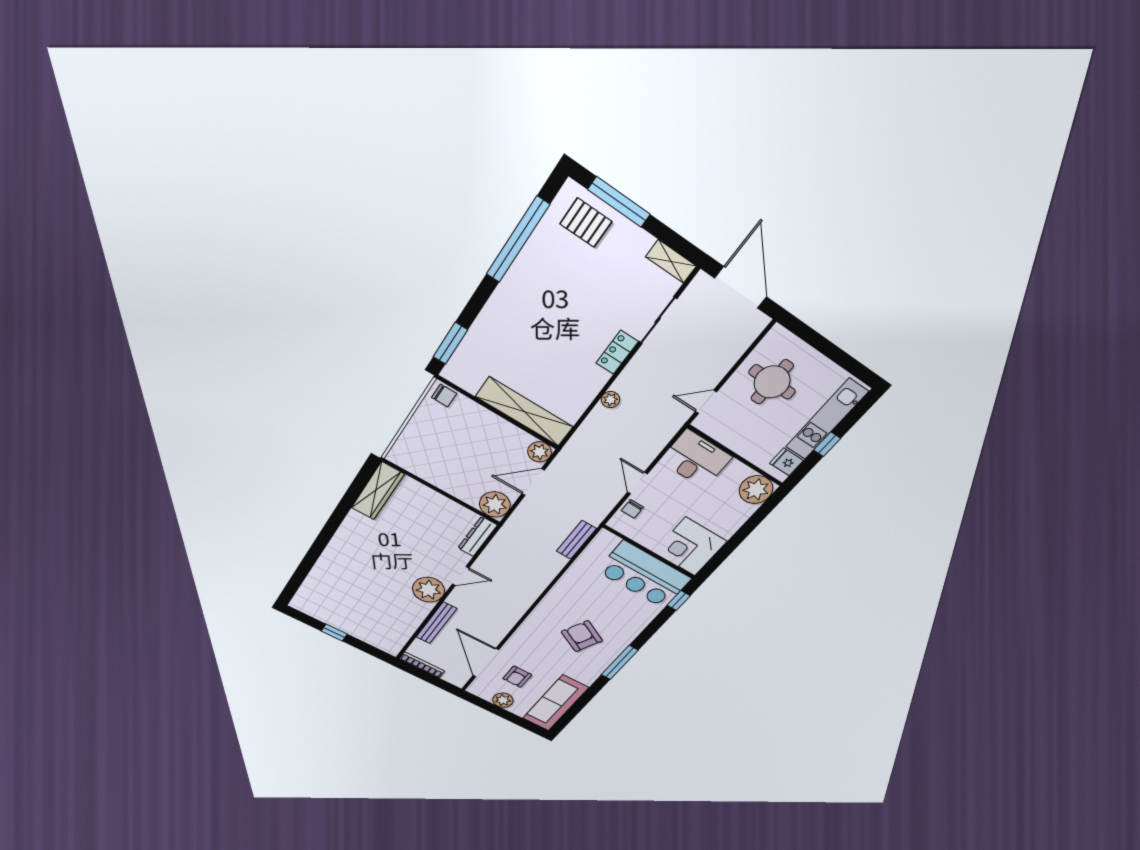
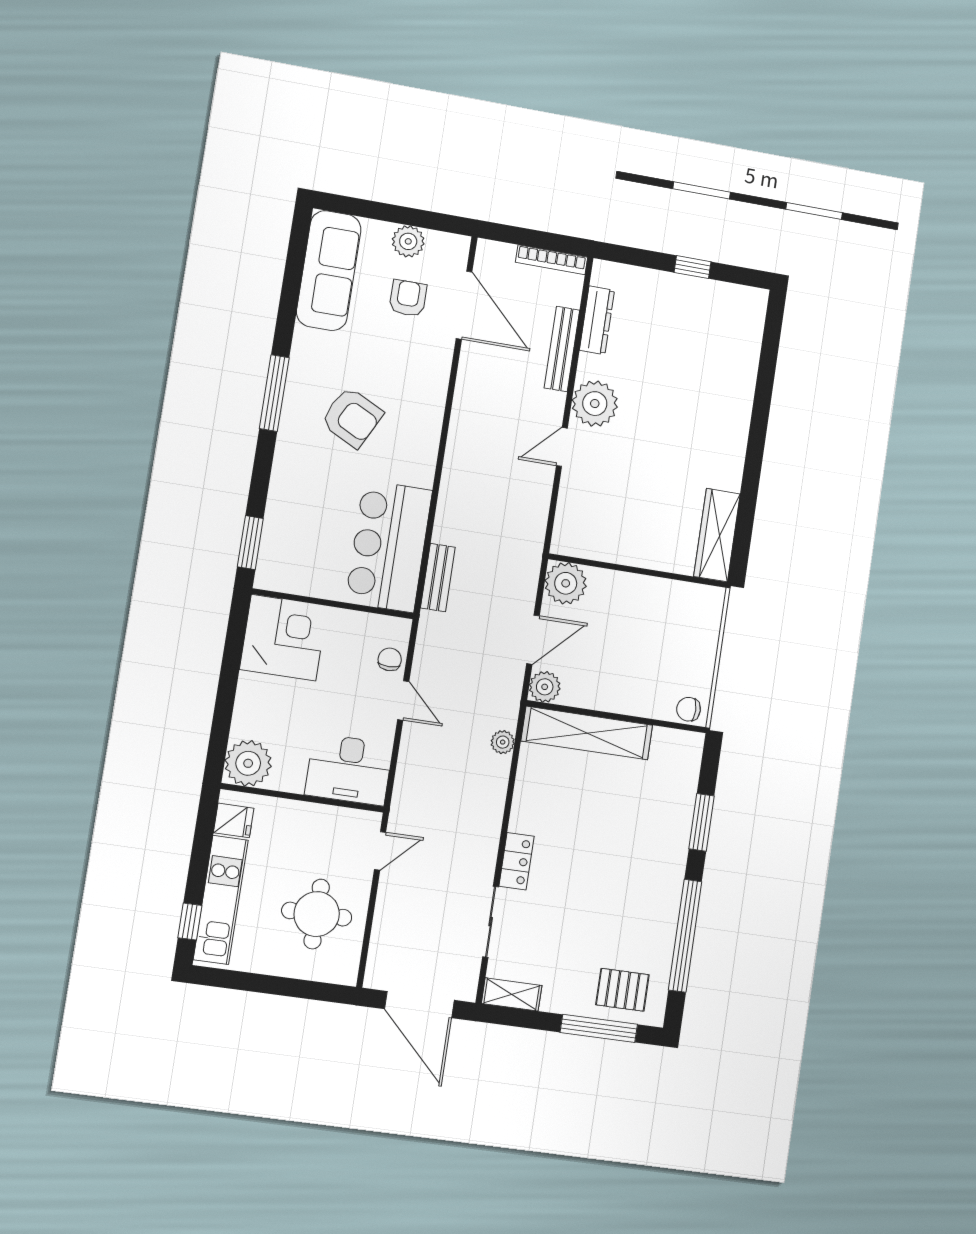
window: (450, 343) -> (701, 822), moved
plant: (610, 400) -> (503, 742), moved
window: (827, 444) -> (190, 922), moved
dresser: (477, 537) -> (597, 320), moved
bar counter: (644, 575) -> (389, 546), moved, turned -90
window: (679, 600) -> (250, 543), width x1.50

